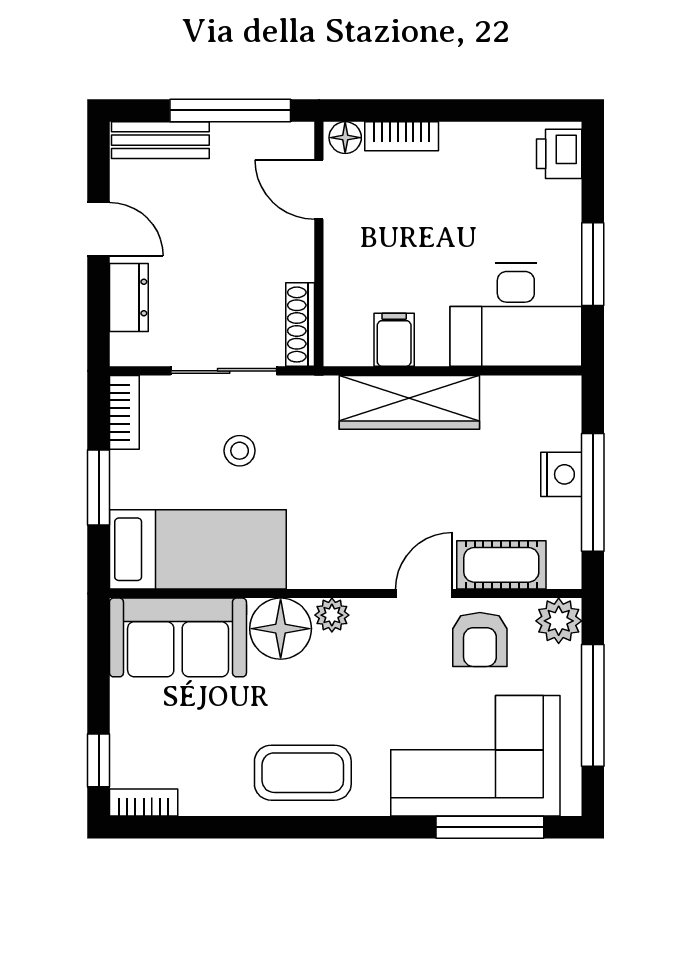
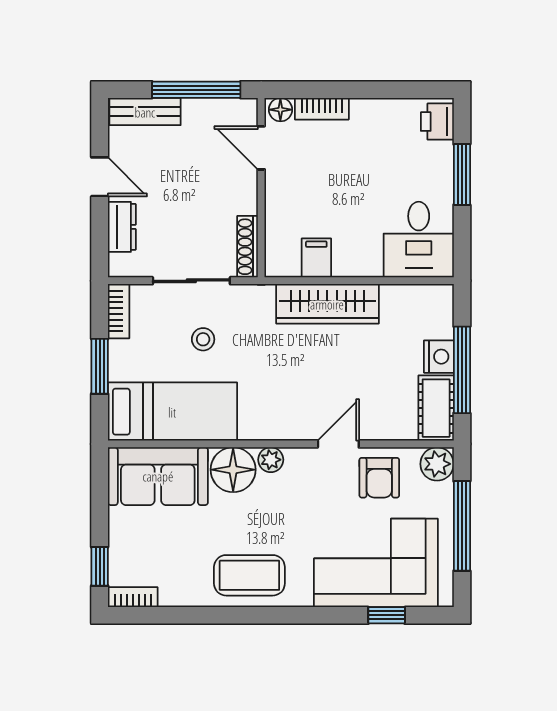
window: (593, 264) -> (462, 174), moved
desk: (516, 315) -> (419, 240), width x0.73
cot: (501, 565) -> (436, 408), moved, turned 90
window: (490, 827) -> (387, 615), width x0.46

